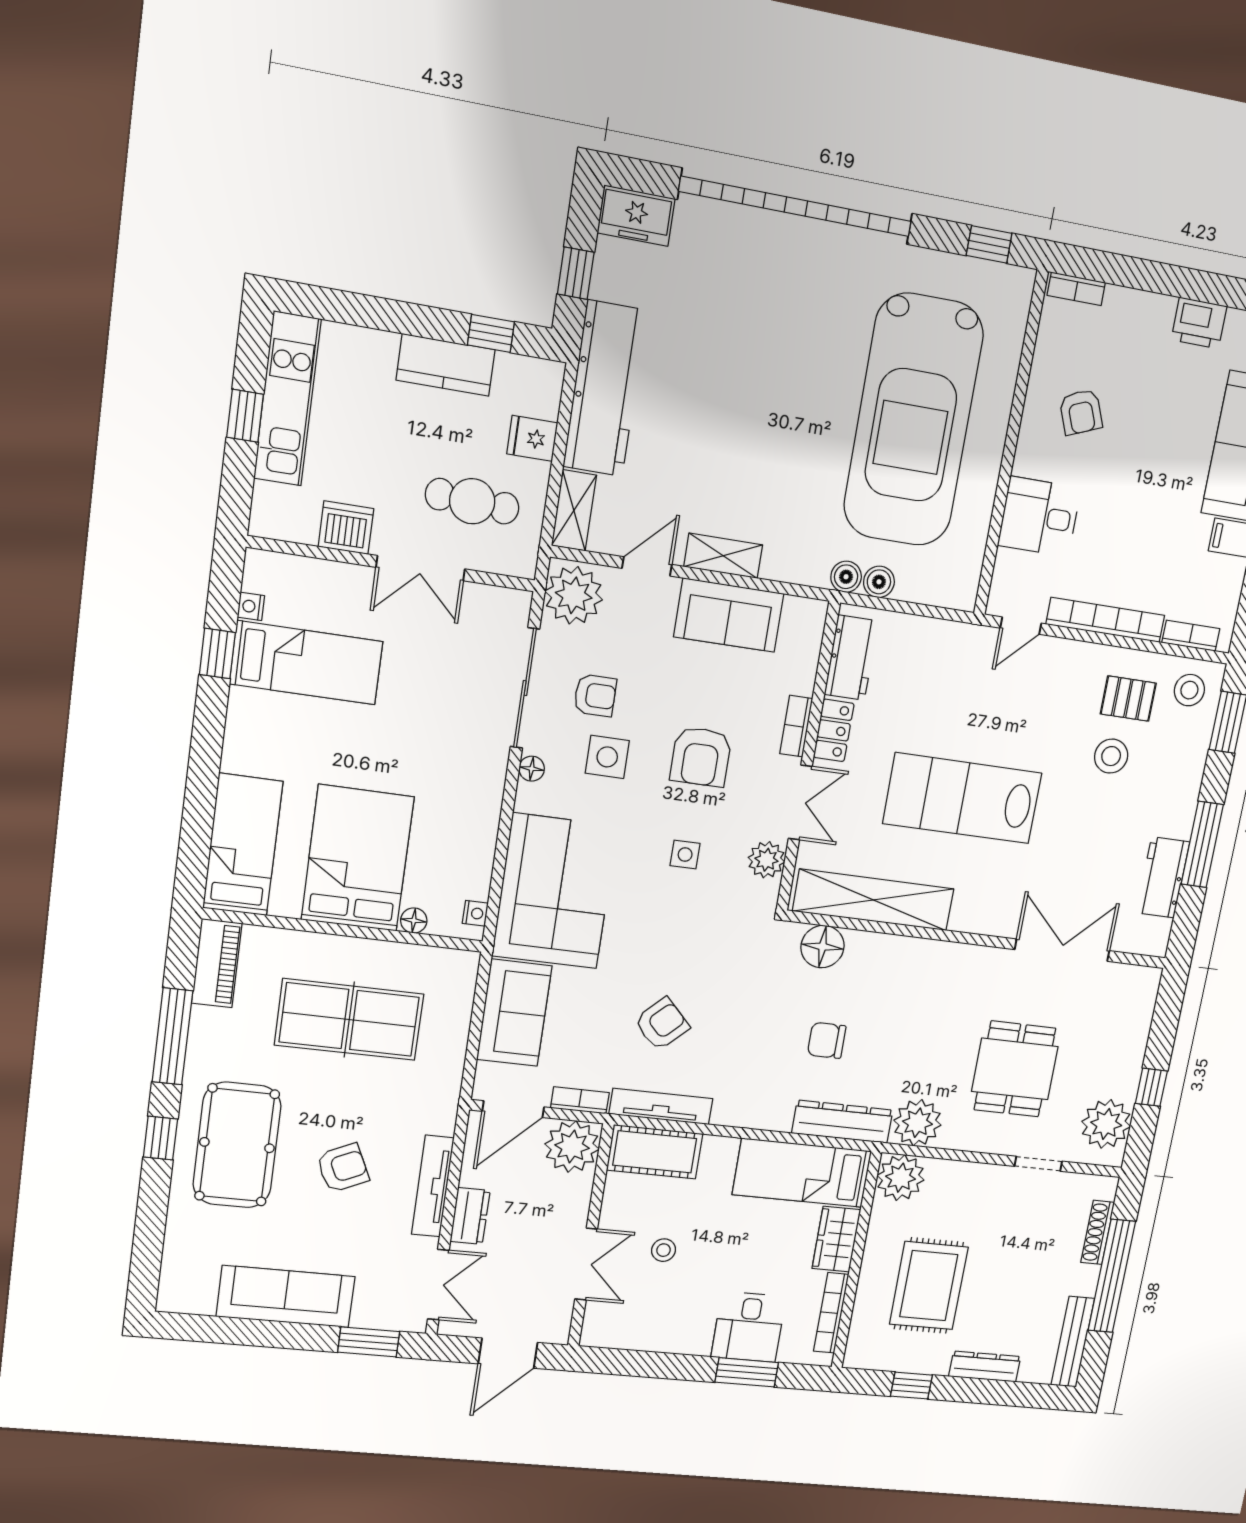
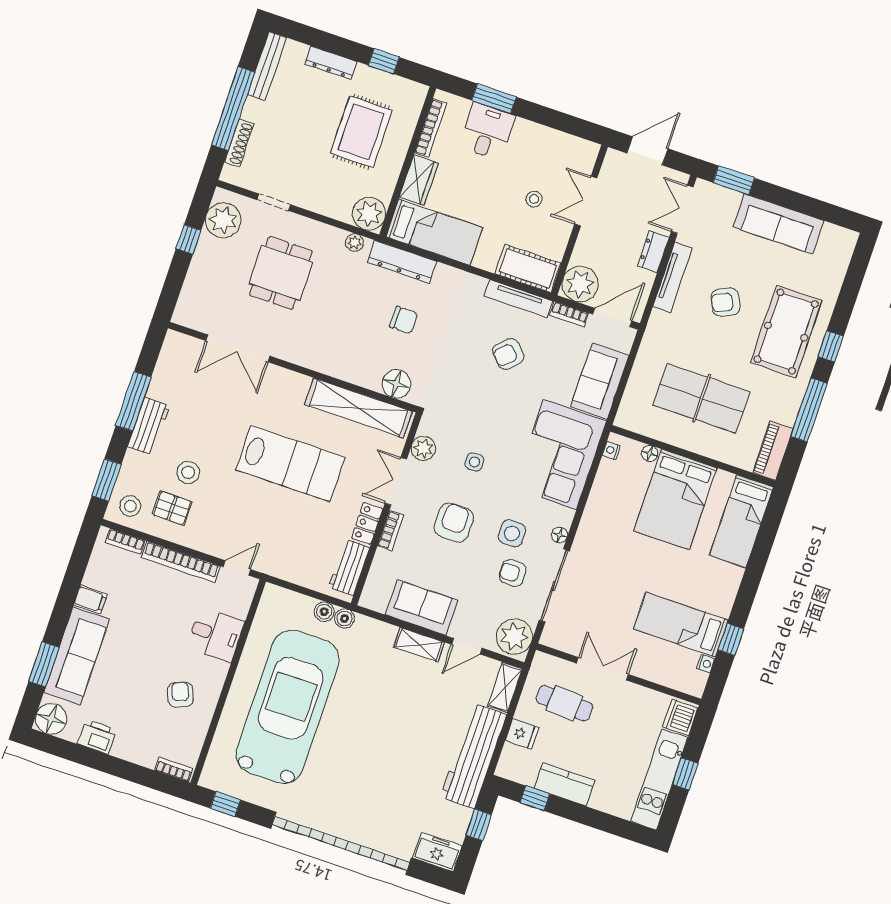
dishwasher: (346, 528) -> (680, 717), moved, turned 90
workbench: (1163, 877) -> (149, 426), moved
plant: (917, 1123) -> (354, 243), width x0.53, depth x0.53

